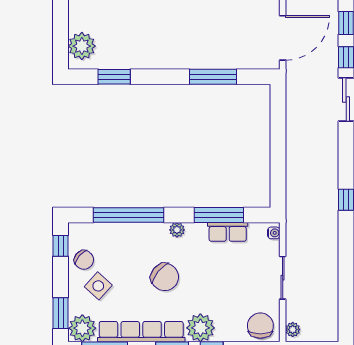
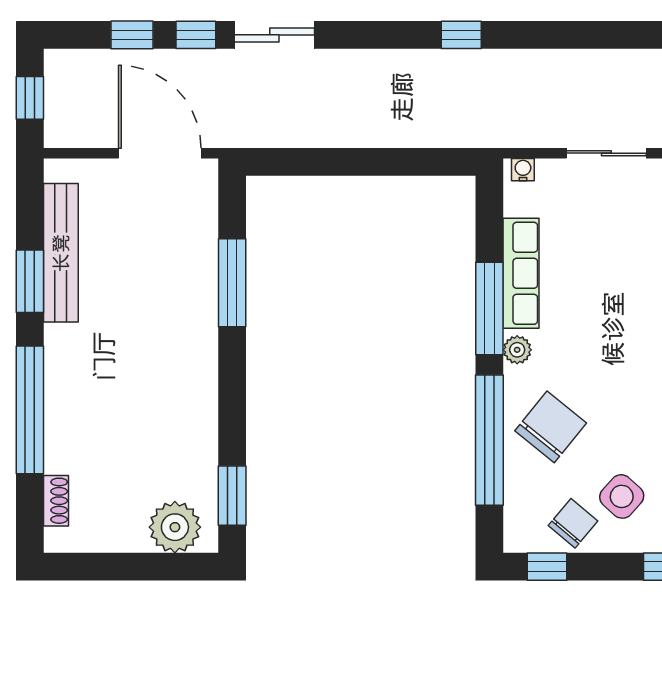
window: (114, 77) -> (232, 496), moved
window: (219, 215) -> (489, 309), moved
row of seats: (228, 232) -> (521, 273), width x1.48
chair: (165, 277) -> (551, 427), moved

